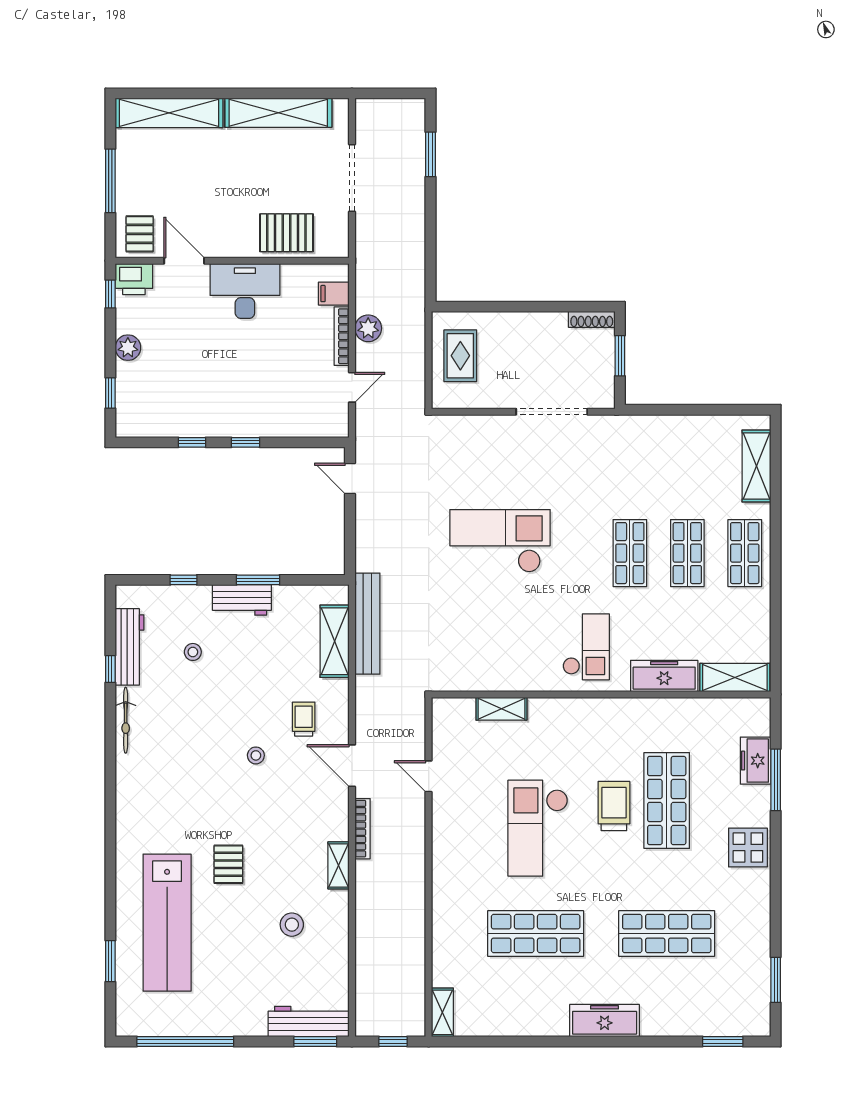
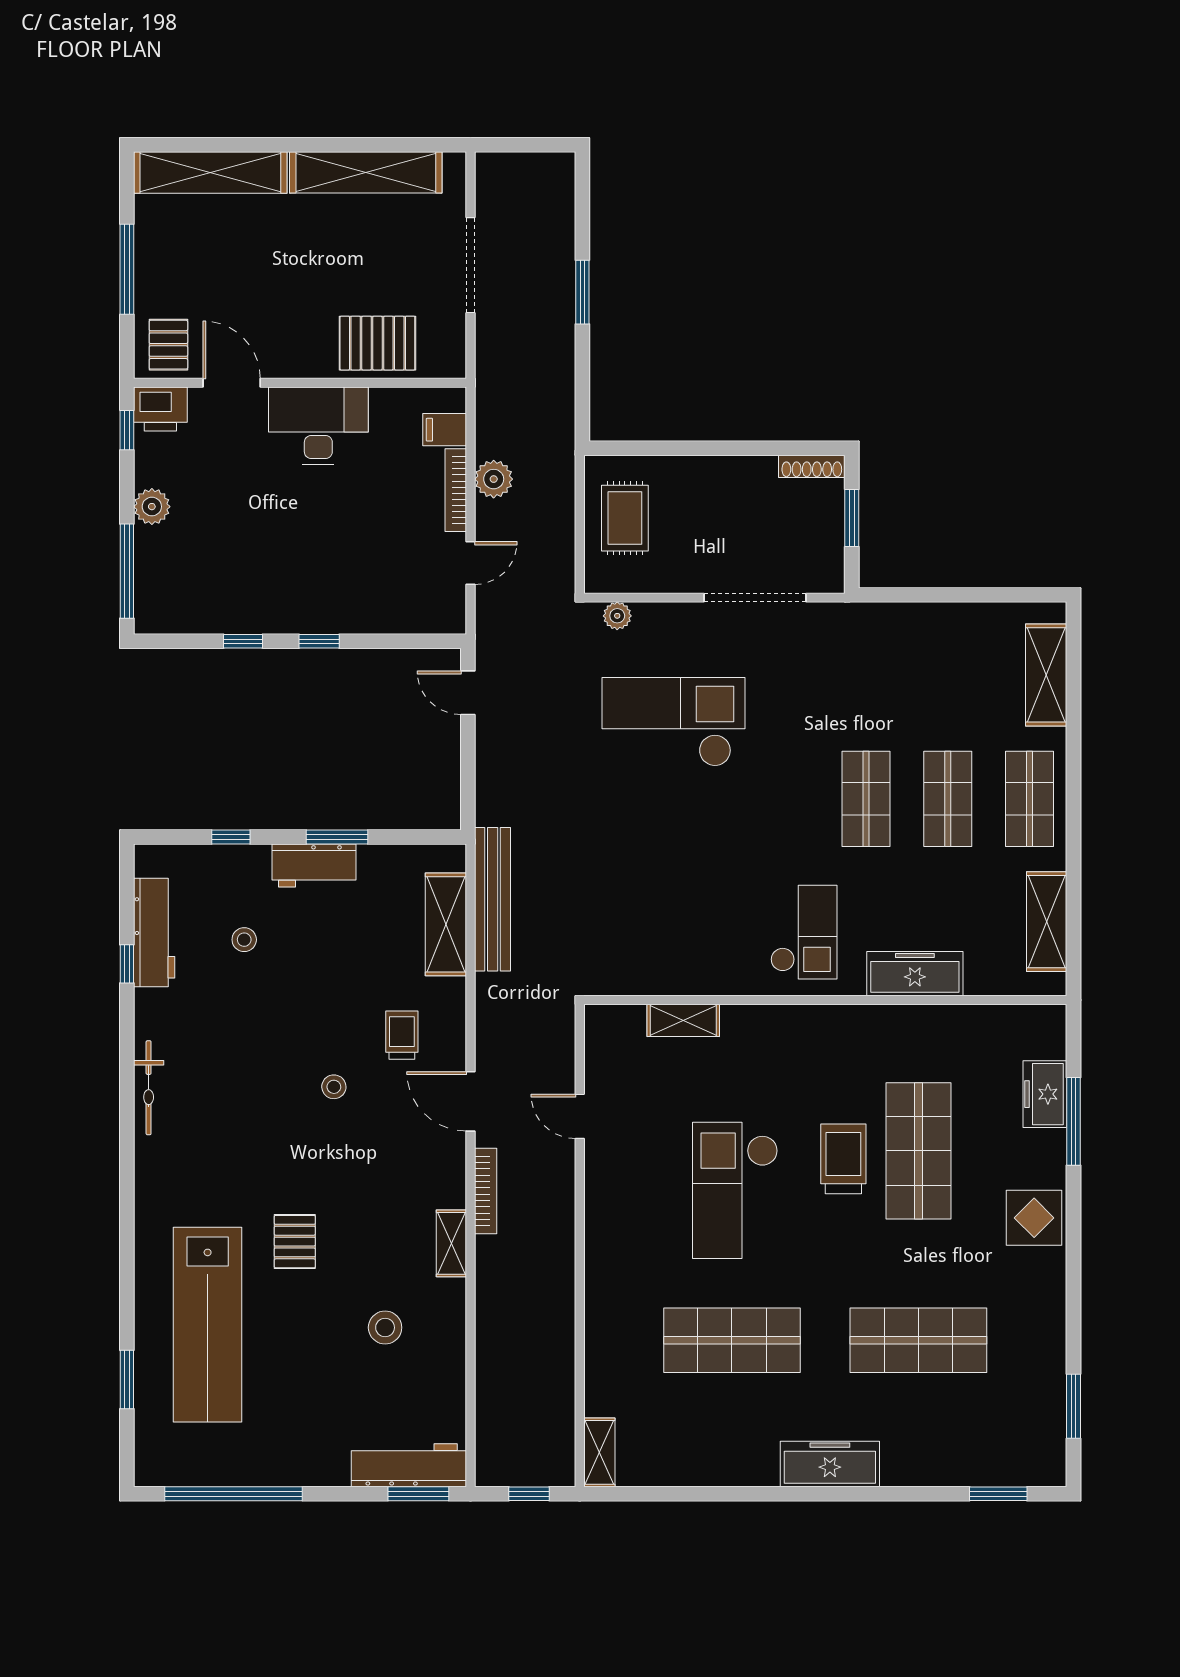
window: (431, 154) -> (582, 292), moved
window: (110, 393) -> (127, 571), width x2.17
plant: (455, 424) -> (617, 616), added
checkout: (500, 541) -> (674, 722), moved
shelving: (735, 678) -> (1047, 922), moved, turned 90
bicycle: (126, 720) -> (149, 1088), moved

